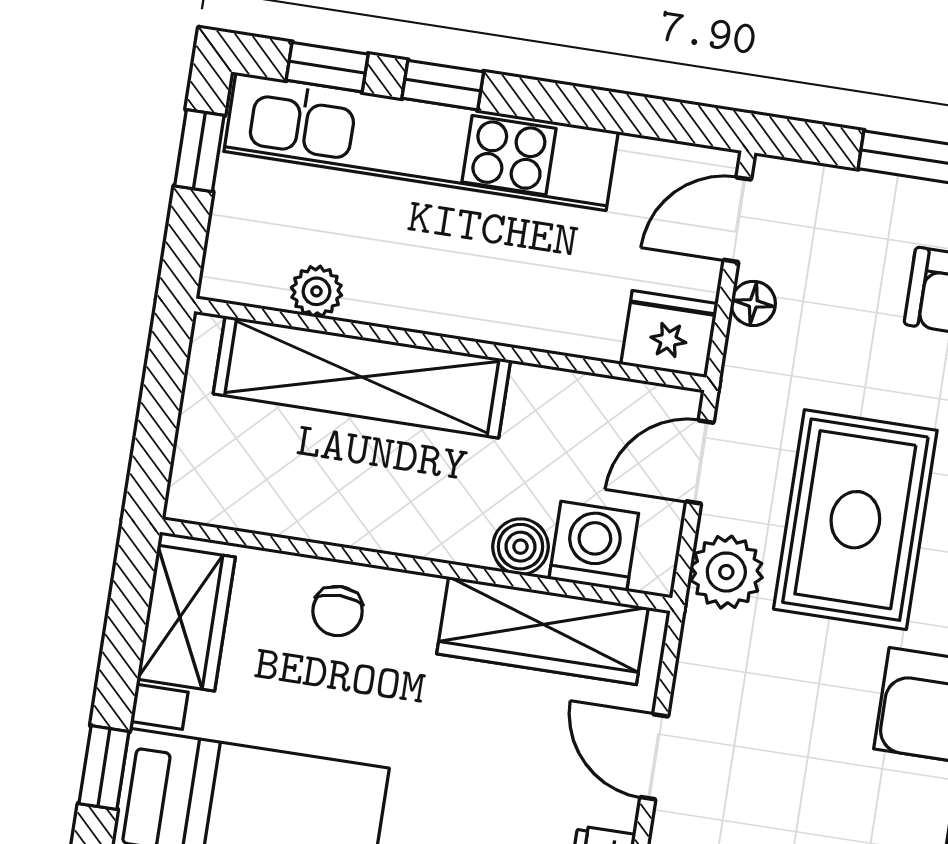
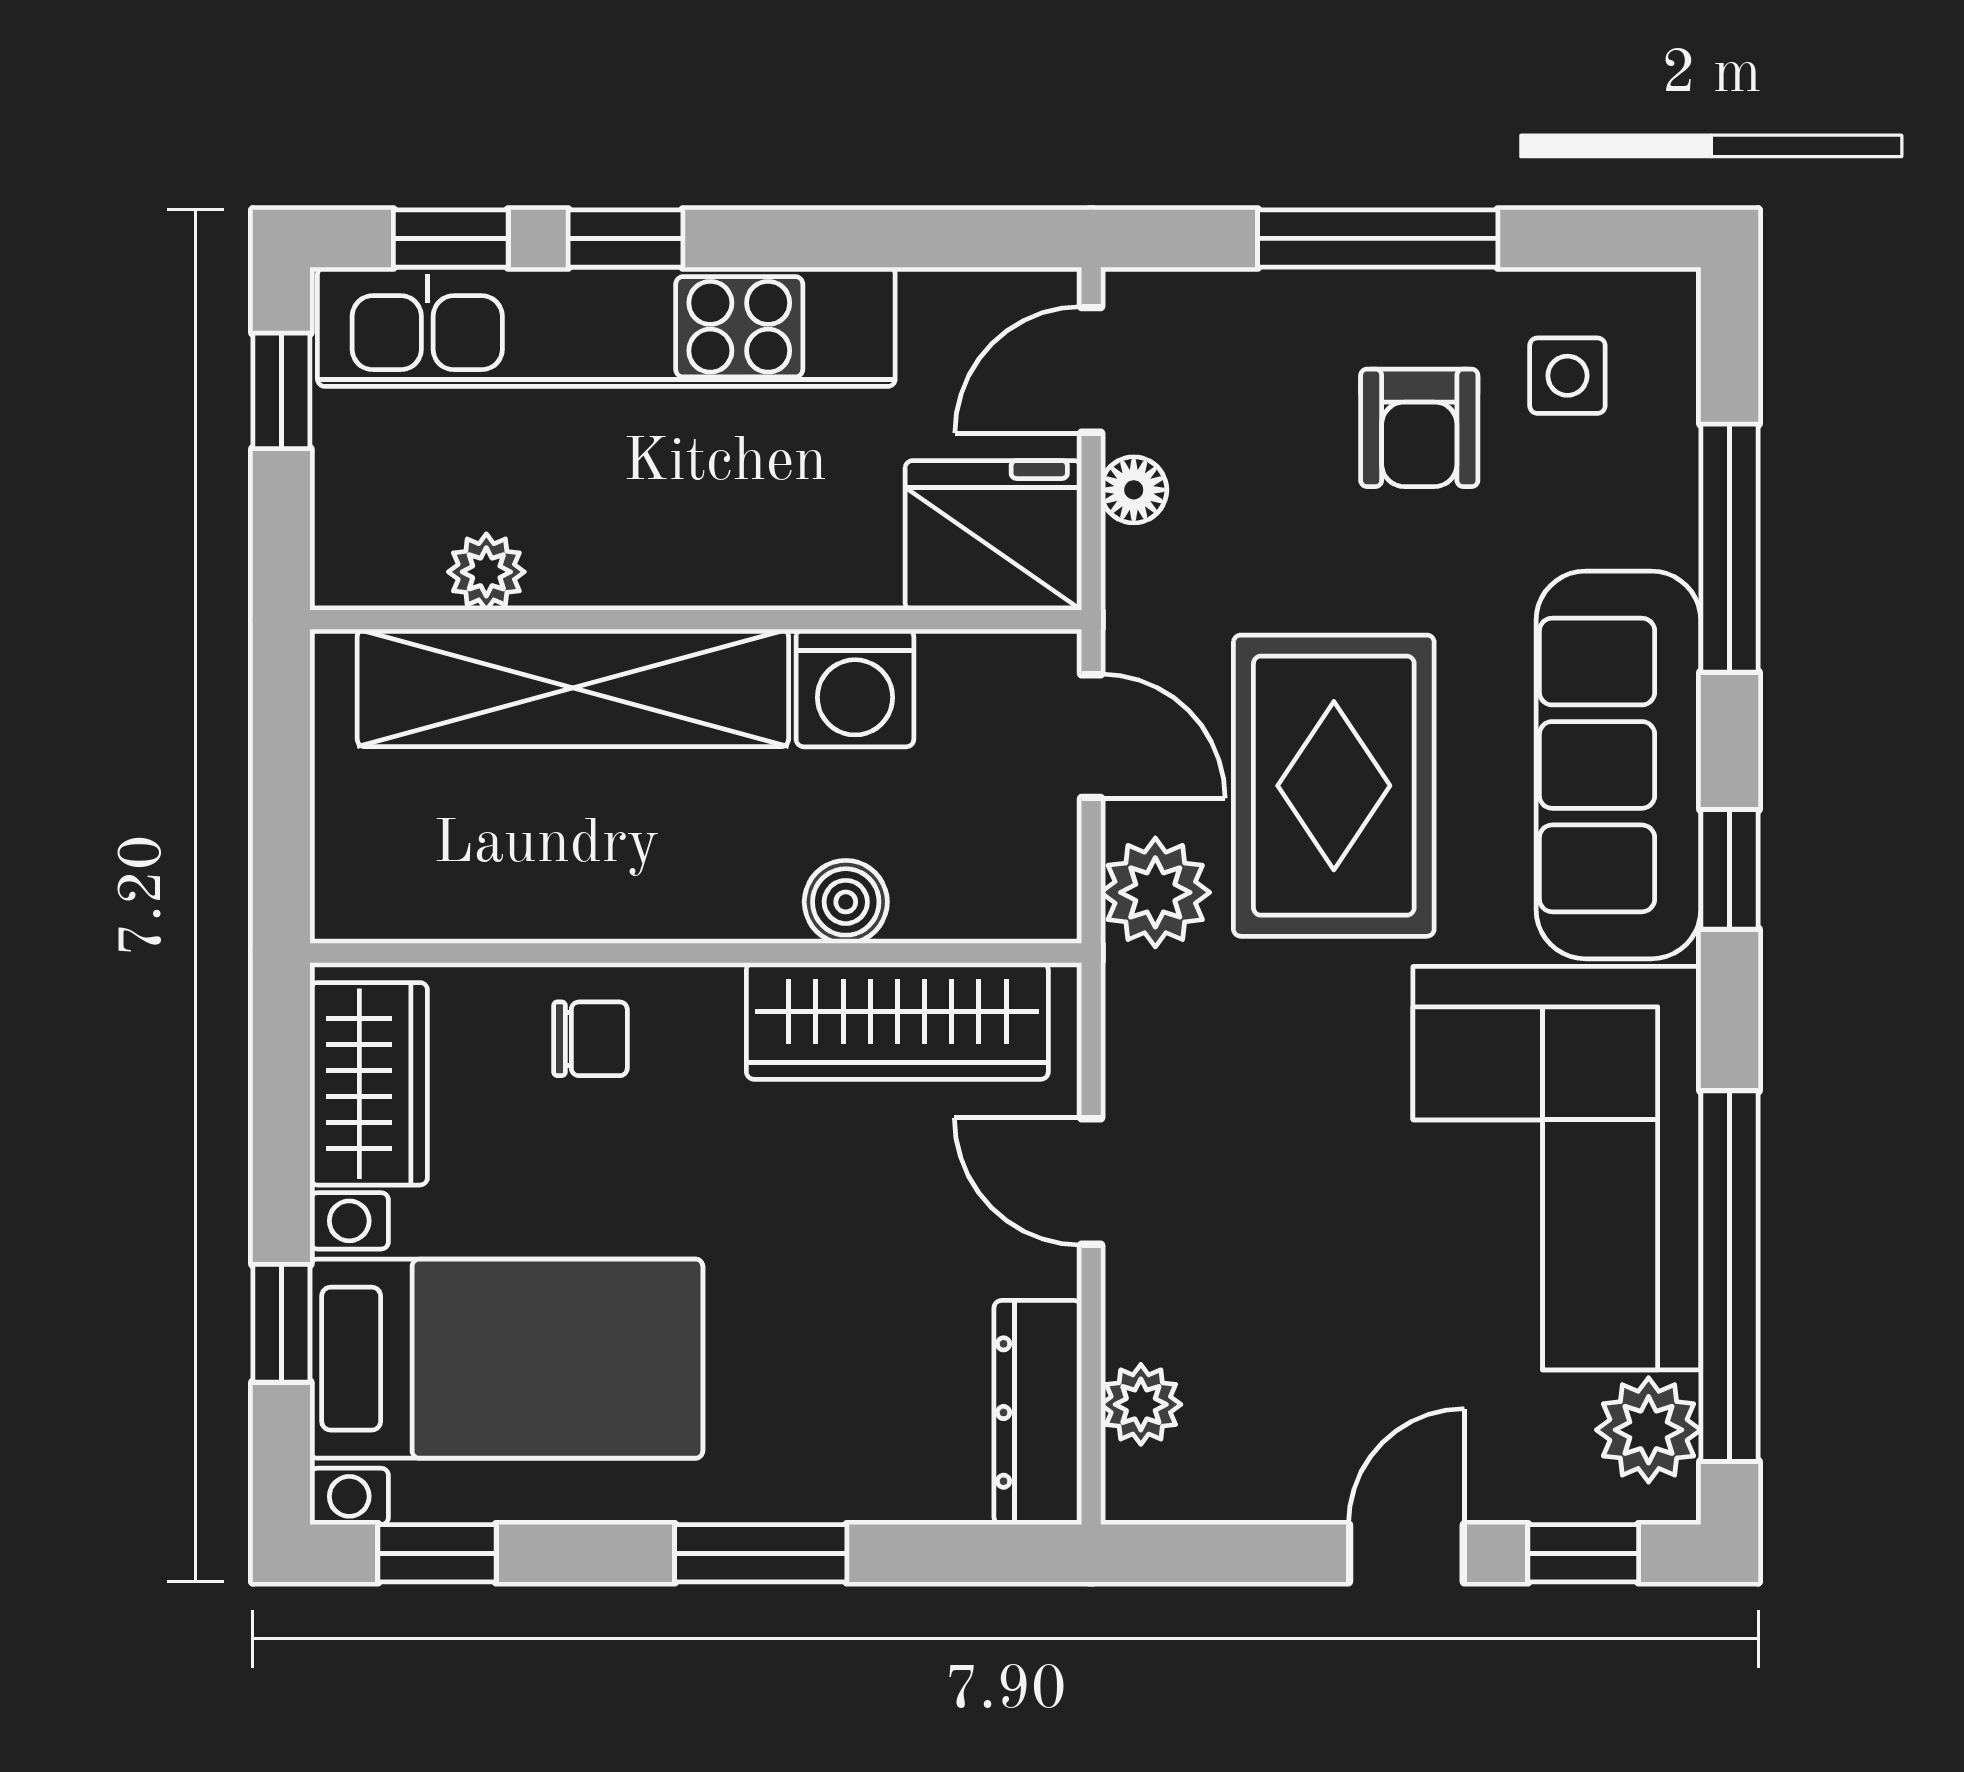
fridge: (669, 334) -> (993, 535), width x1.36, depth x1.34
door: (700, 462) -> (1091, 736), swing flipped
washing machine: (594, 546) -> (855, 688), moved, turned 180
chair: (338, 611) -> (590, 1039), turned -90

